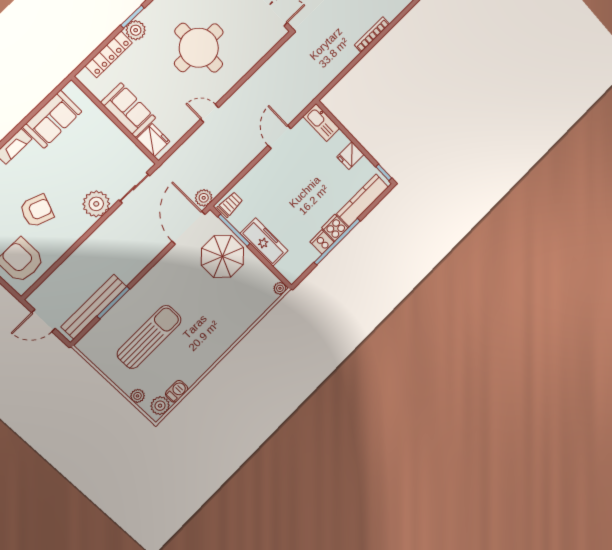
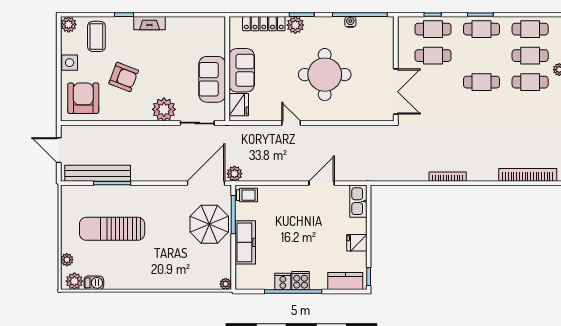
sofa: (52, 119) -> (212, 79), moved, turned 90
kitchen counter: (363, 200) -> (345, 281), width x0.67
sun lounger: (149, 337) -> (112, 229), turned 180

